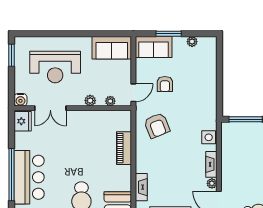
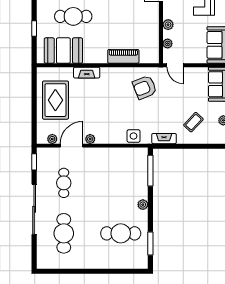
coffee table: (194, 74) -> (193, 122), added
armchair: (165, 84) -> (184, 95), removed
fireplace: (211, 164) -> (164, 139), moved

